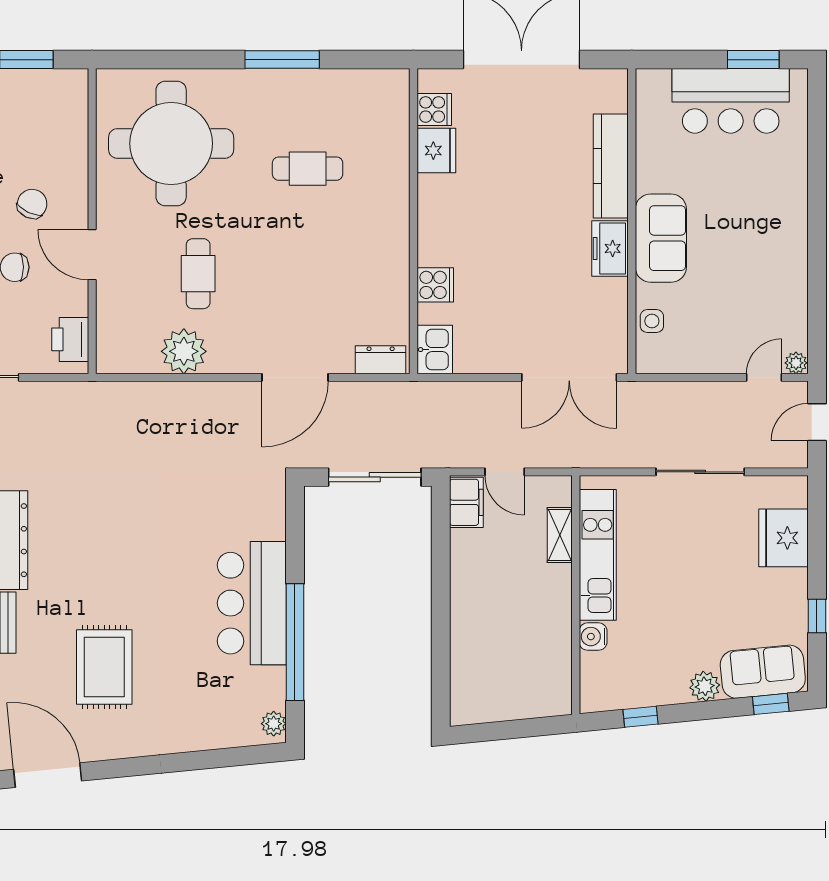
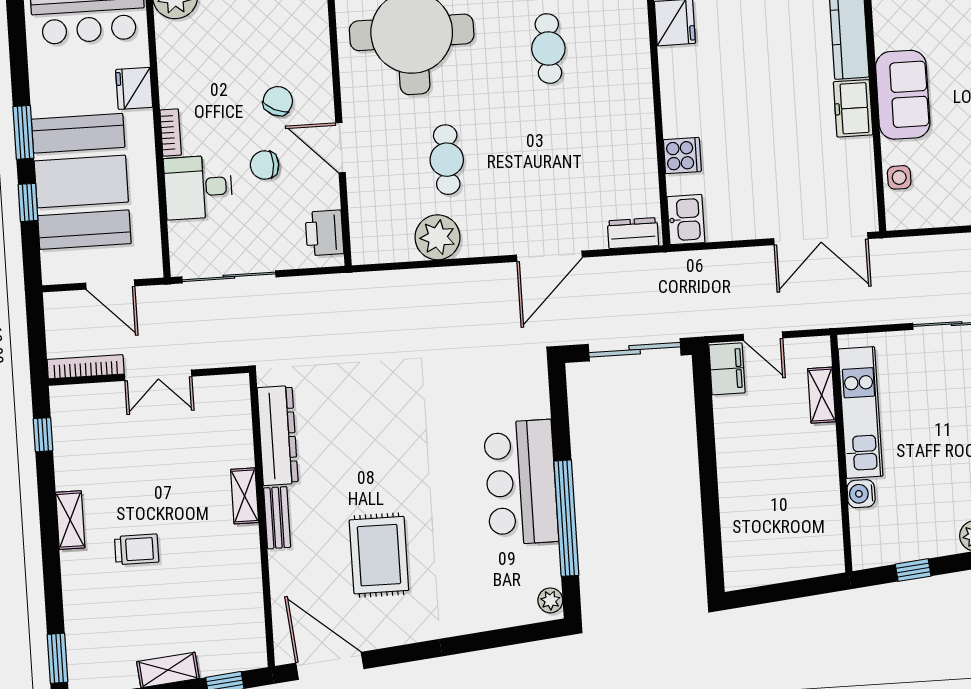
cafe table: (308, 169) -> (548, 49), turned 90

